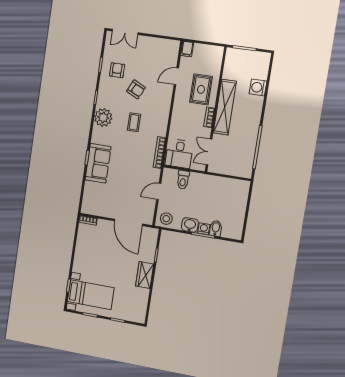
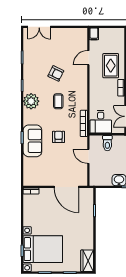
armchair: (117, 70) -> (58, 137), moved
door: (159, 191) -> (88, 156), hinge flipped
stool: (166, 219) -> (98, 178), removed
wardrobe: (145, 275) -> (87, 261), moved
bed with nightstands: (91, 295) -> (43, 249), width x1.36

